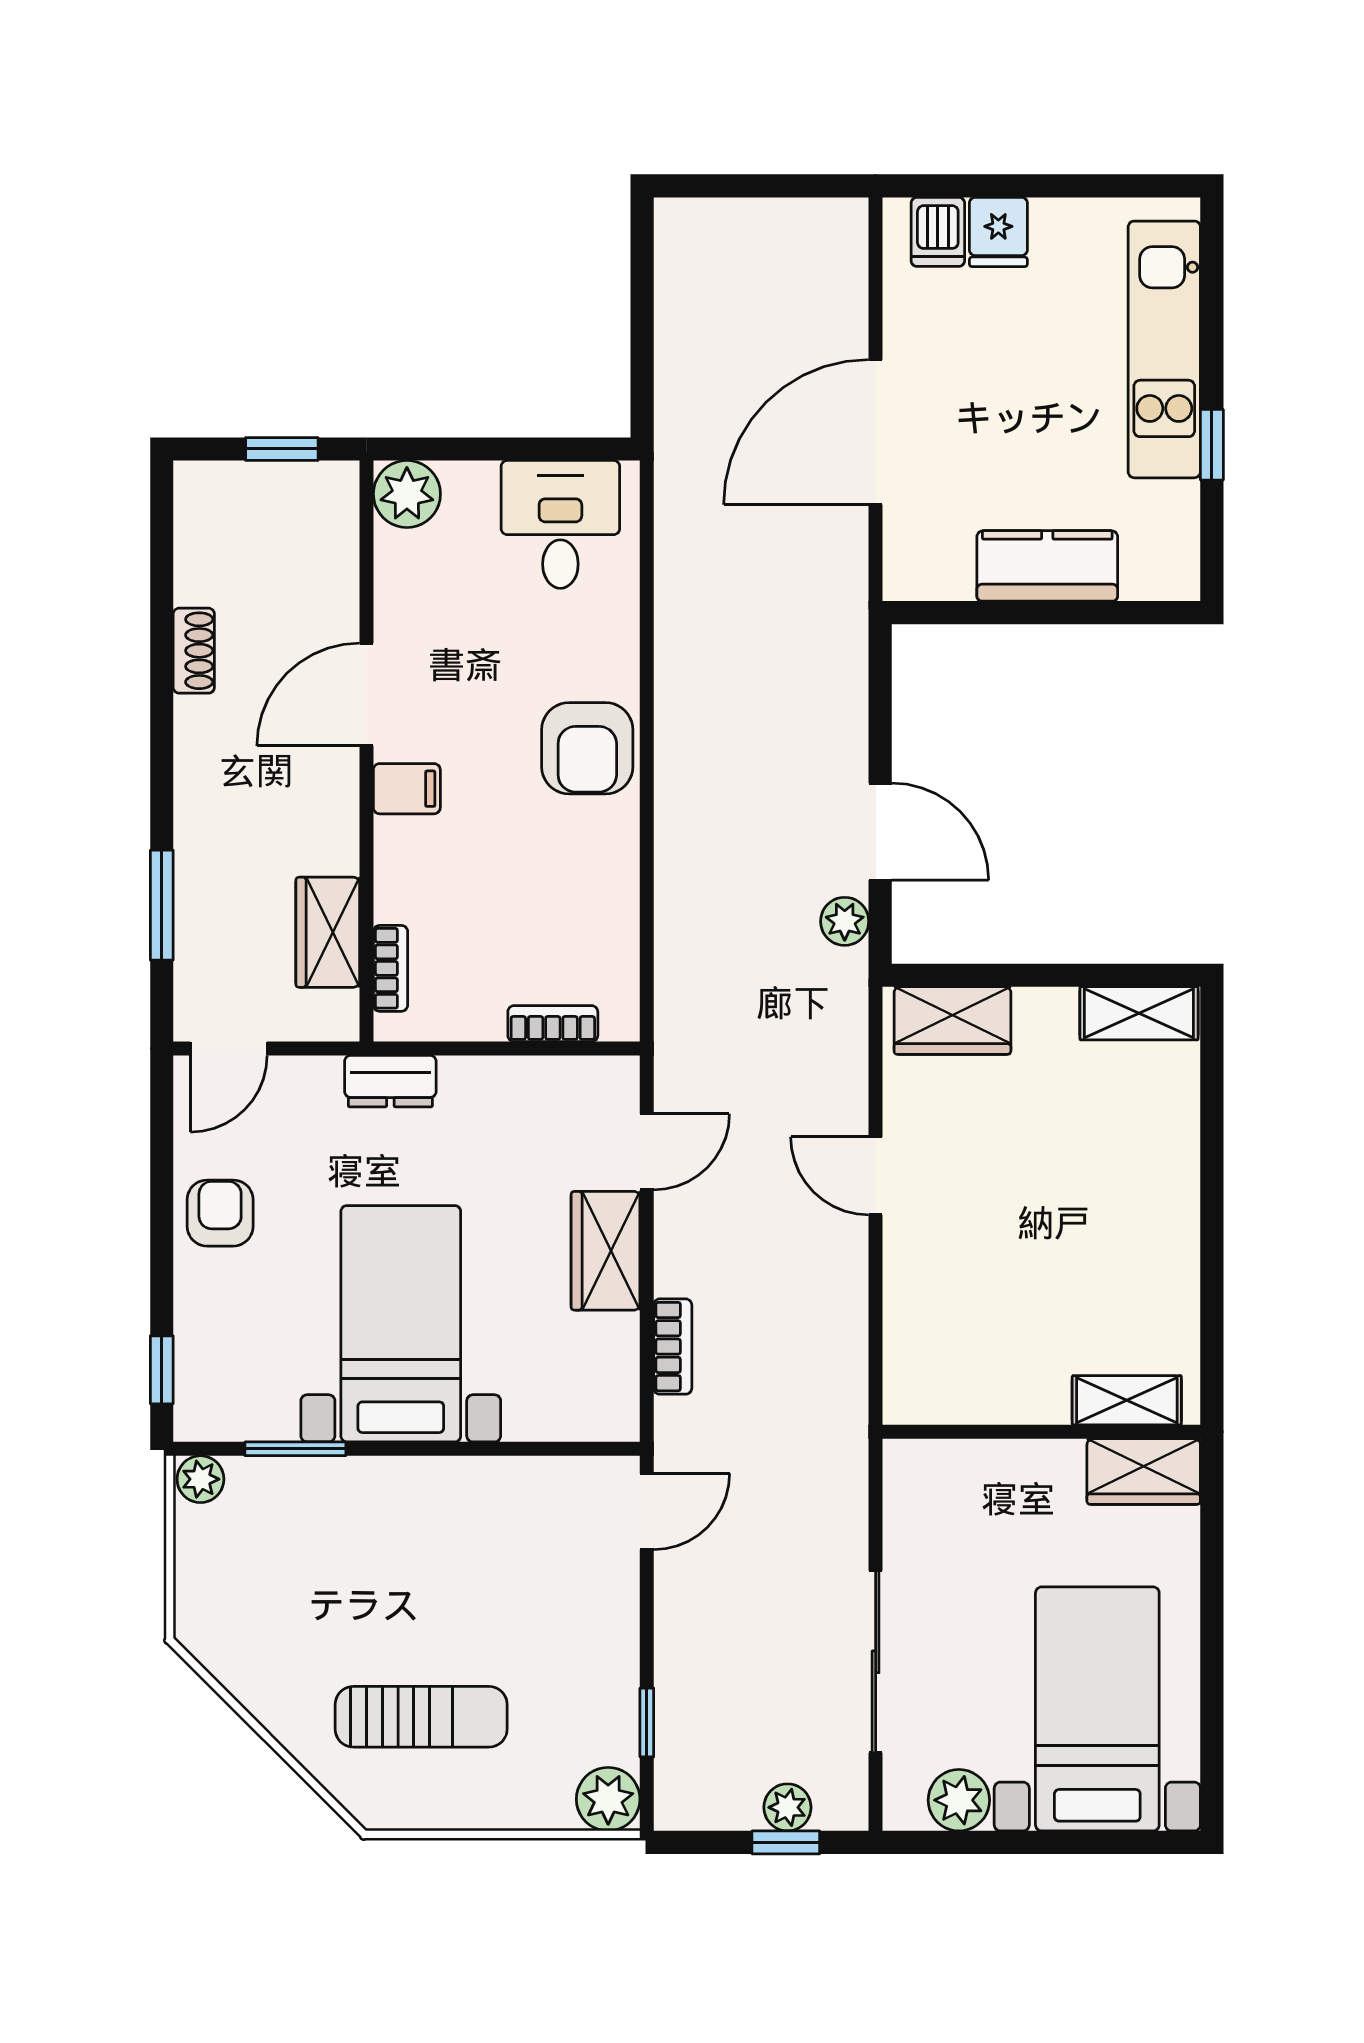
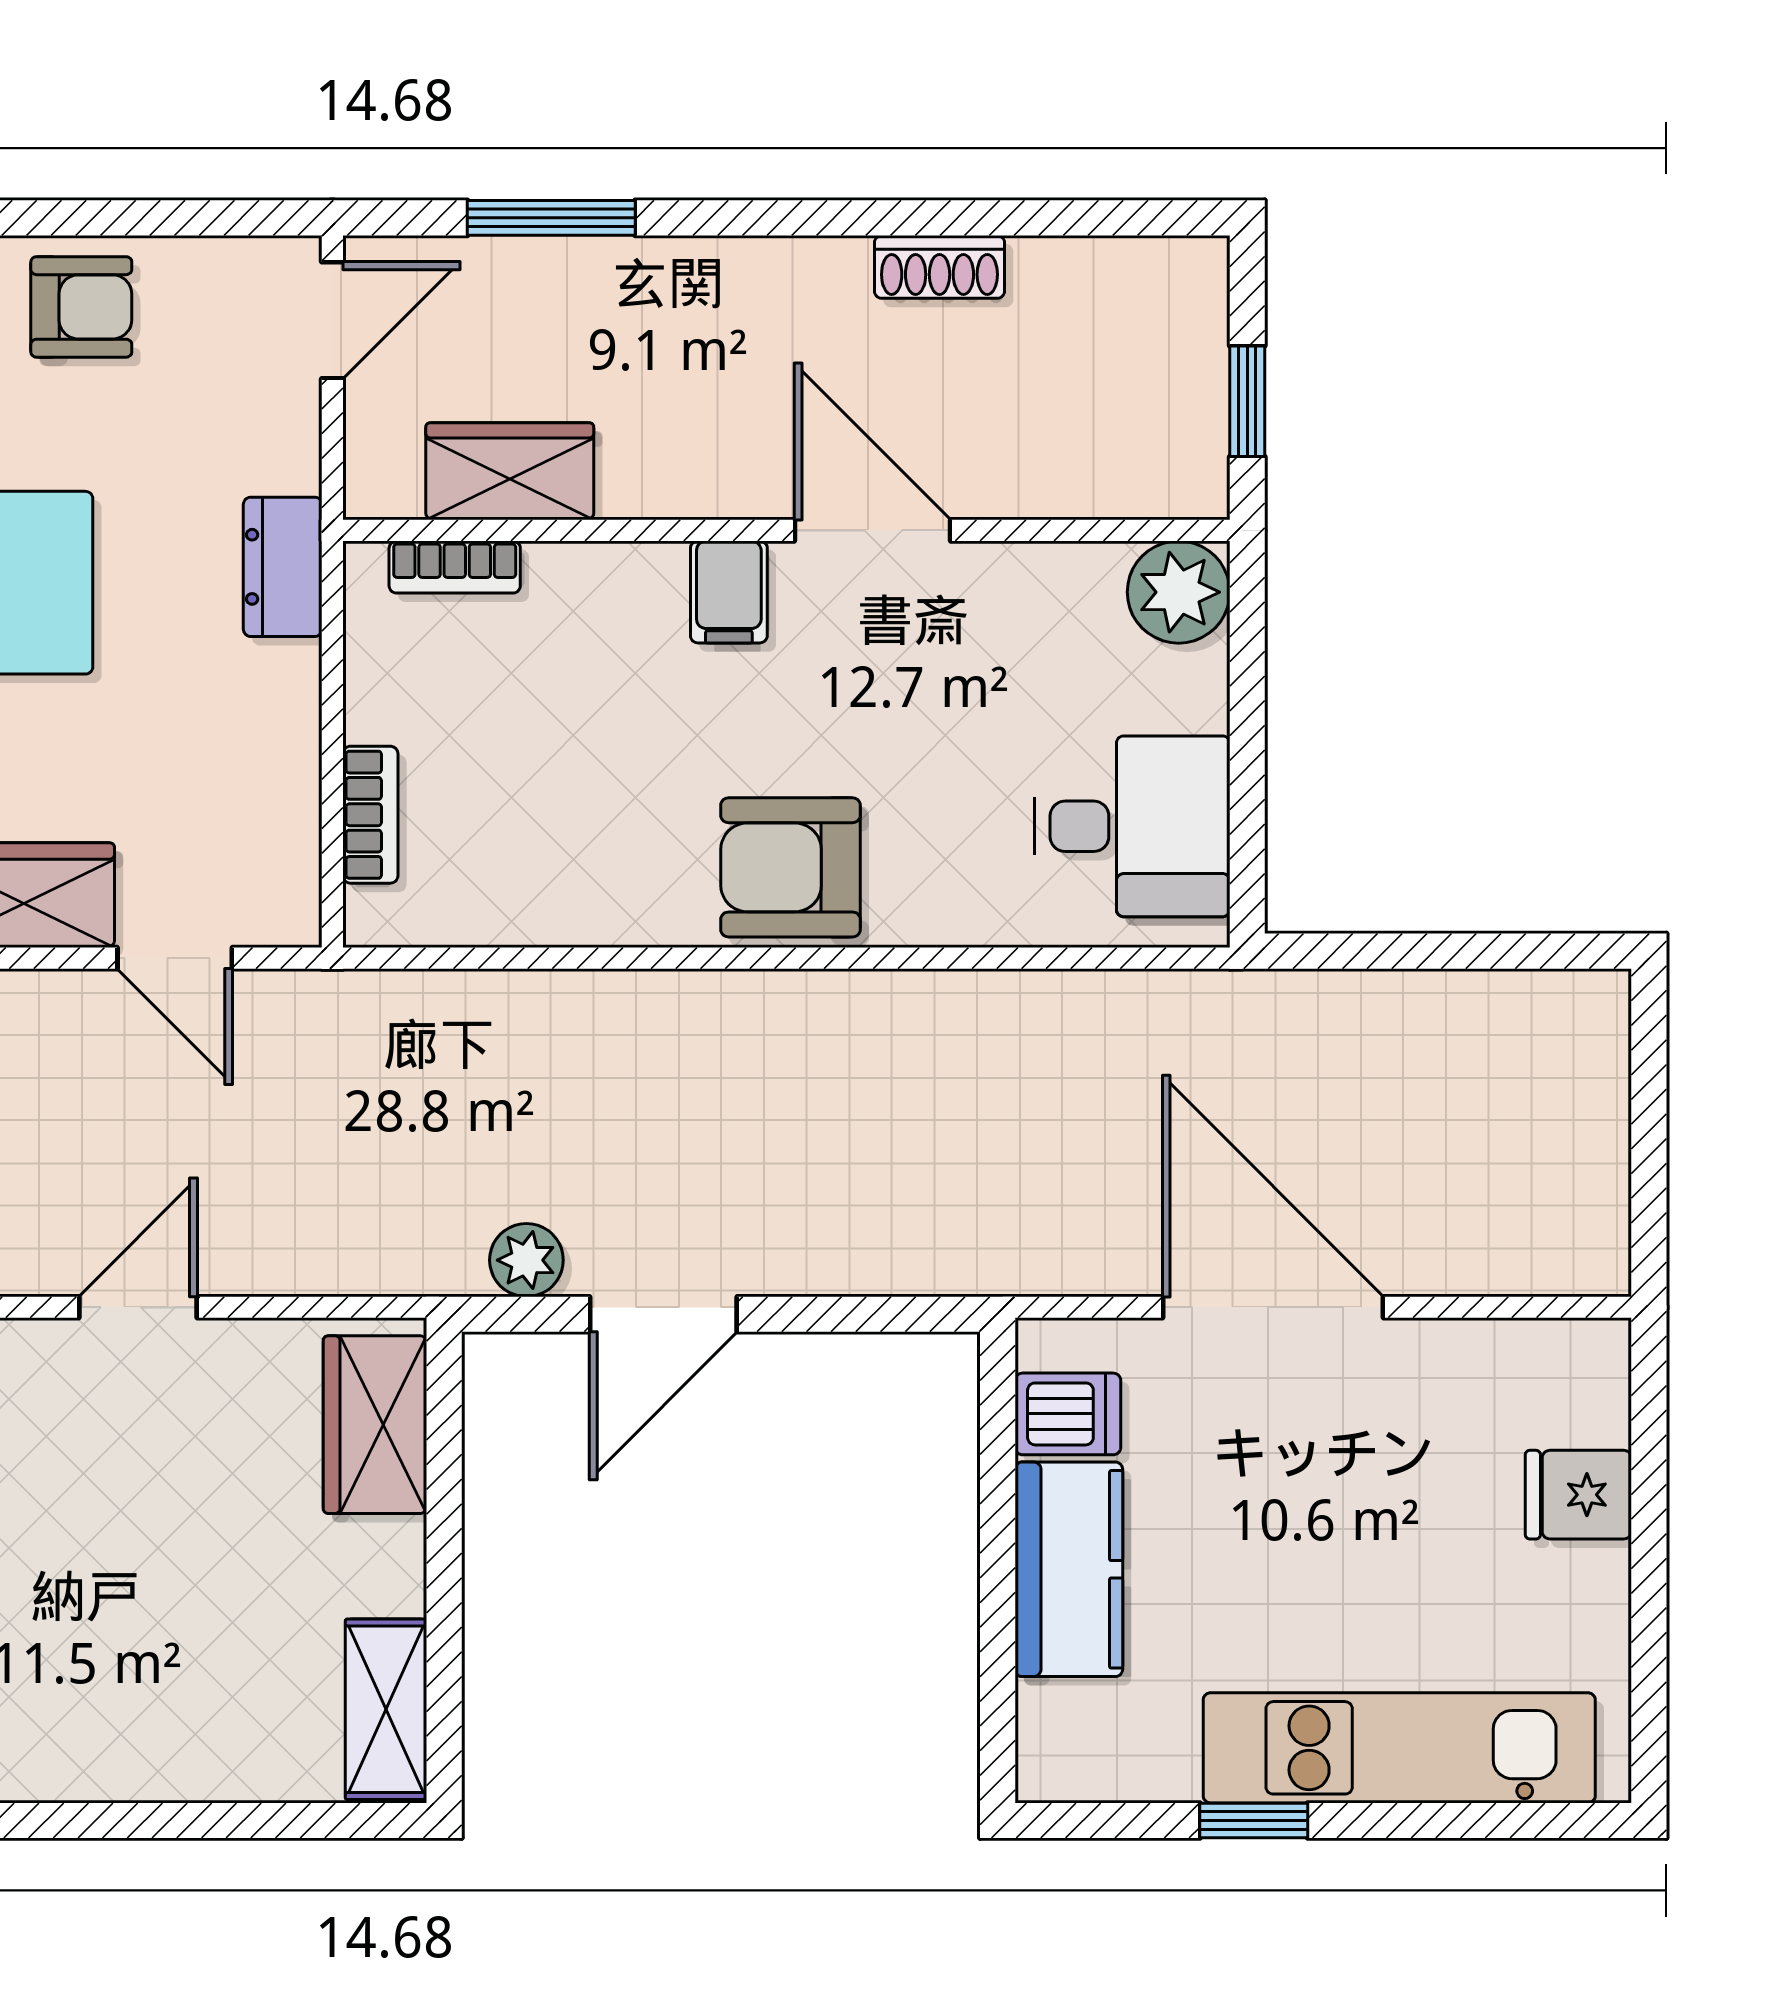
dishwasher: (938, 232) -> (1068, 1414), moved, turned 180
door: (229, 1048) -> (332, 320), swing flipped

